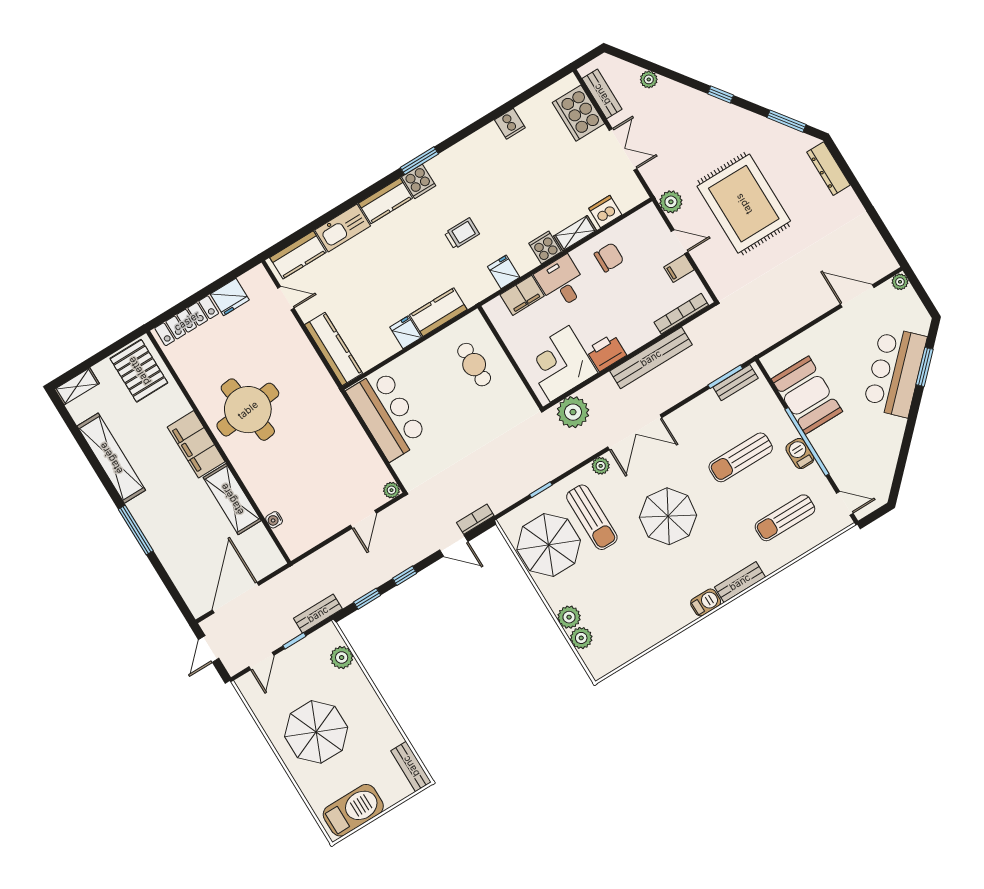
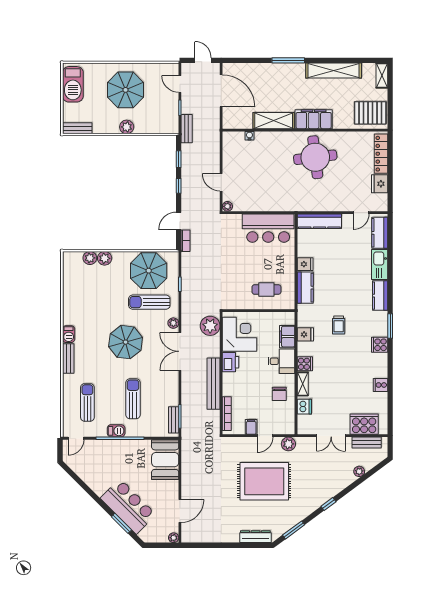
cooker: (419, 181) -> (380, 345), moved
booth: (807, 395) -> (165, 460), moved, turned 90
plant: (342, 658) -> (127, 127), moved

